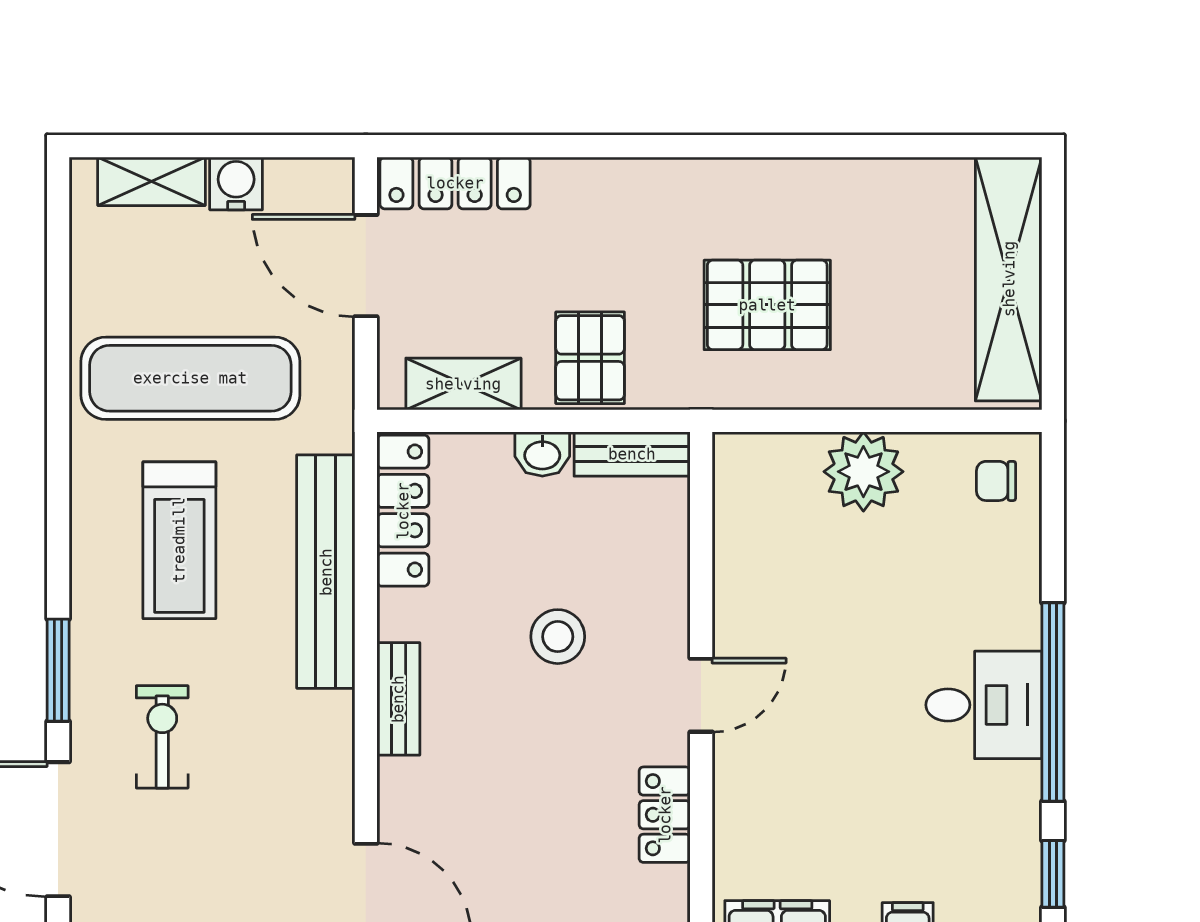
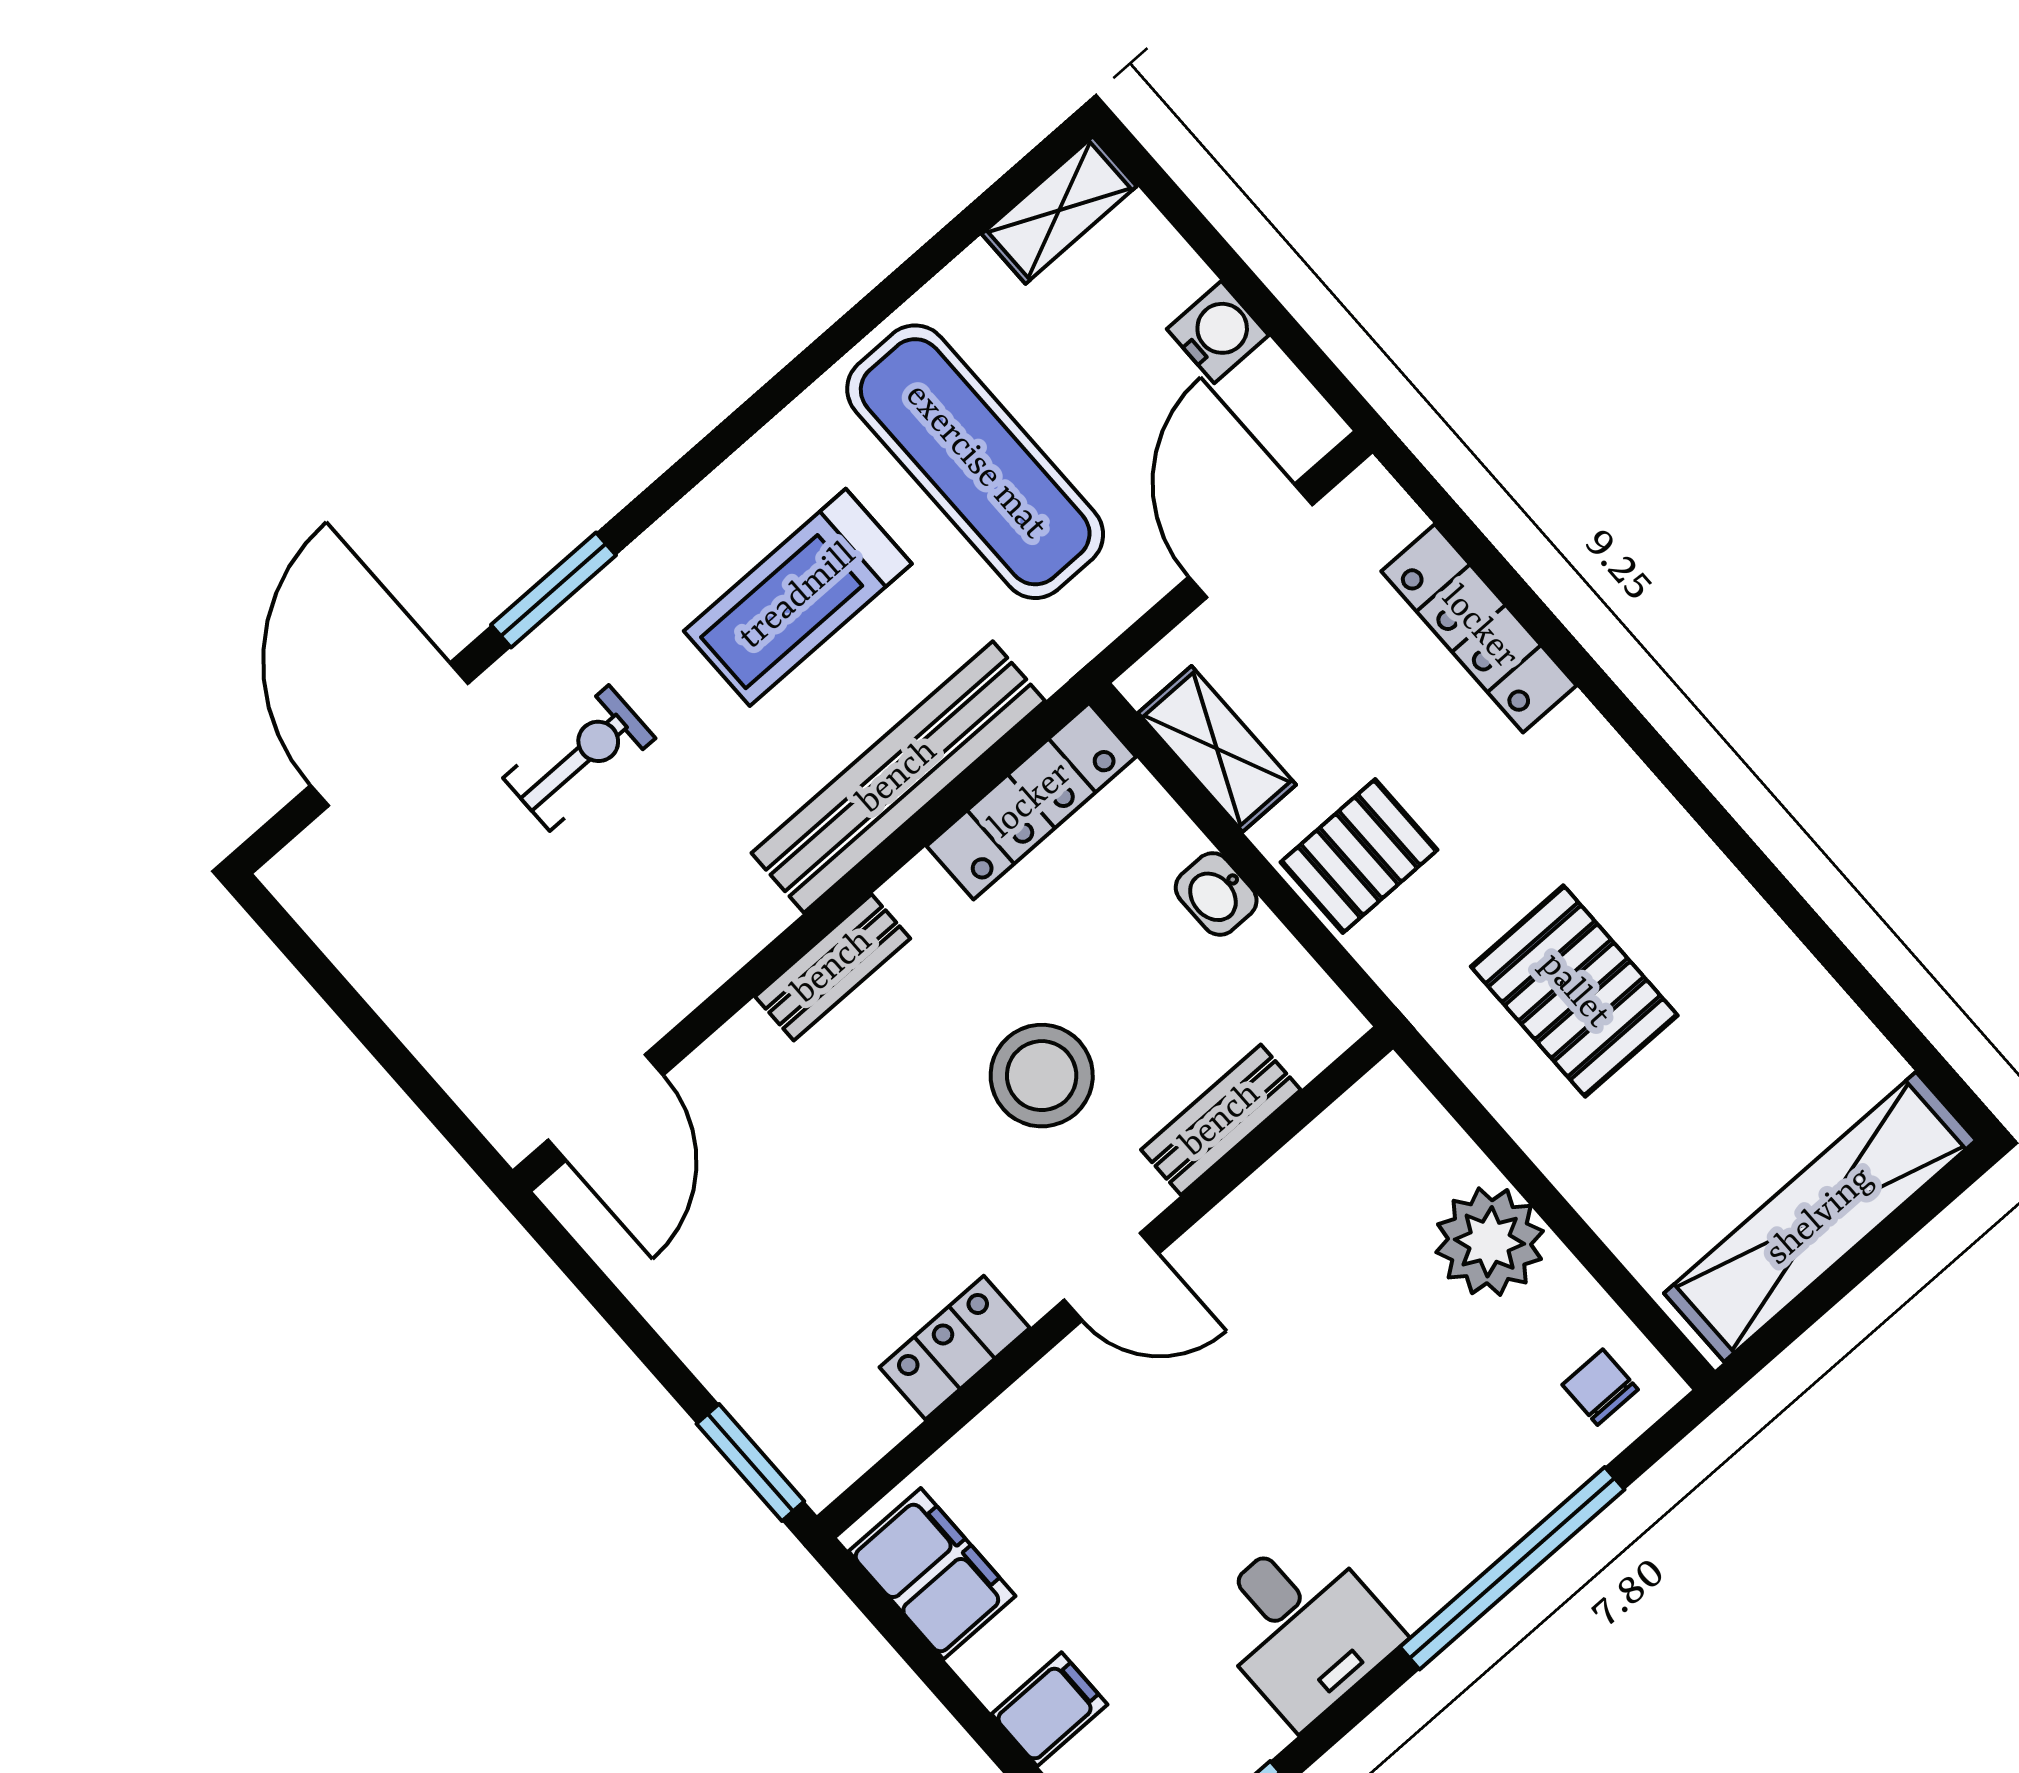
shelving: (151, 181) -> (1059, 210), moved, turned 90
locker: (455, 183) -> (1479, 628), moved
bench: (632, 454) -> (1221, 1120), moved, turned 90
stool: (558, 637) -> (1042, 1076), width x1.38, depth x1.38
window: (1053, 702) -> (1512, 1568), moved
desk: (984, 705) -> (1302, 1627), moved

